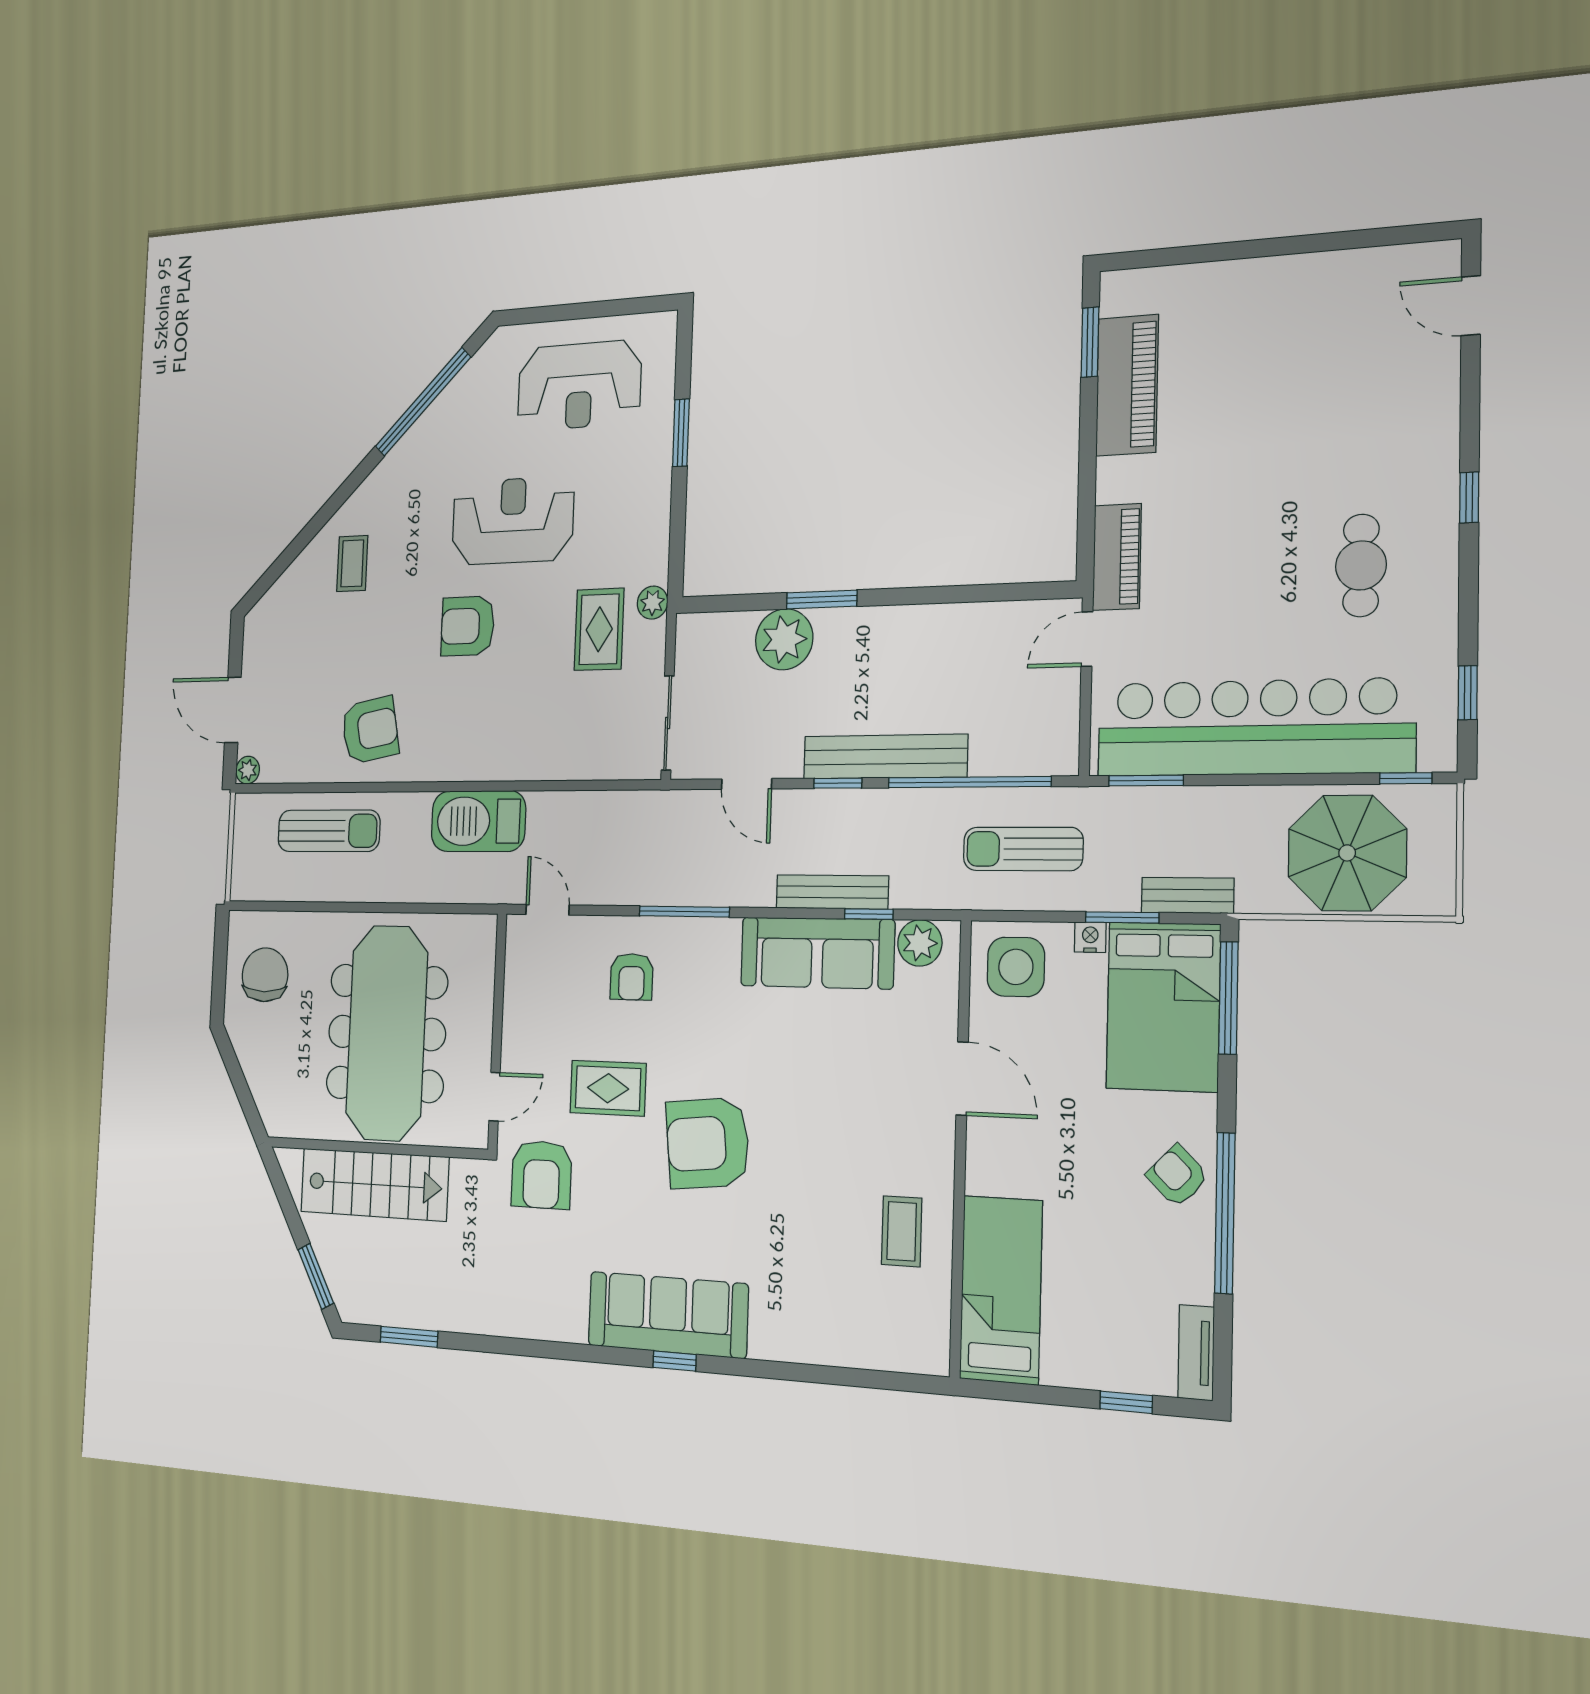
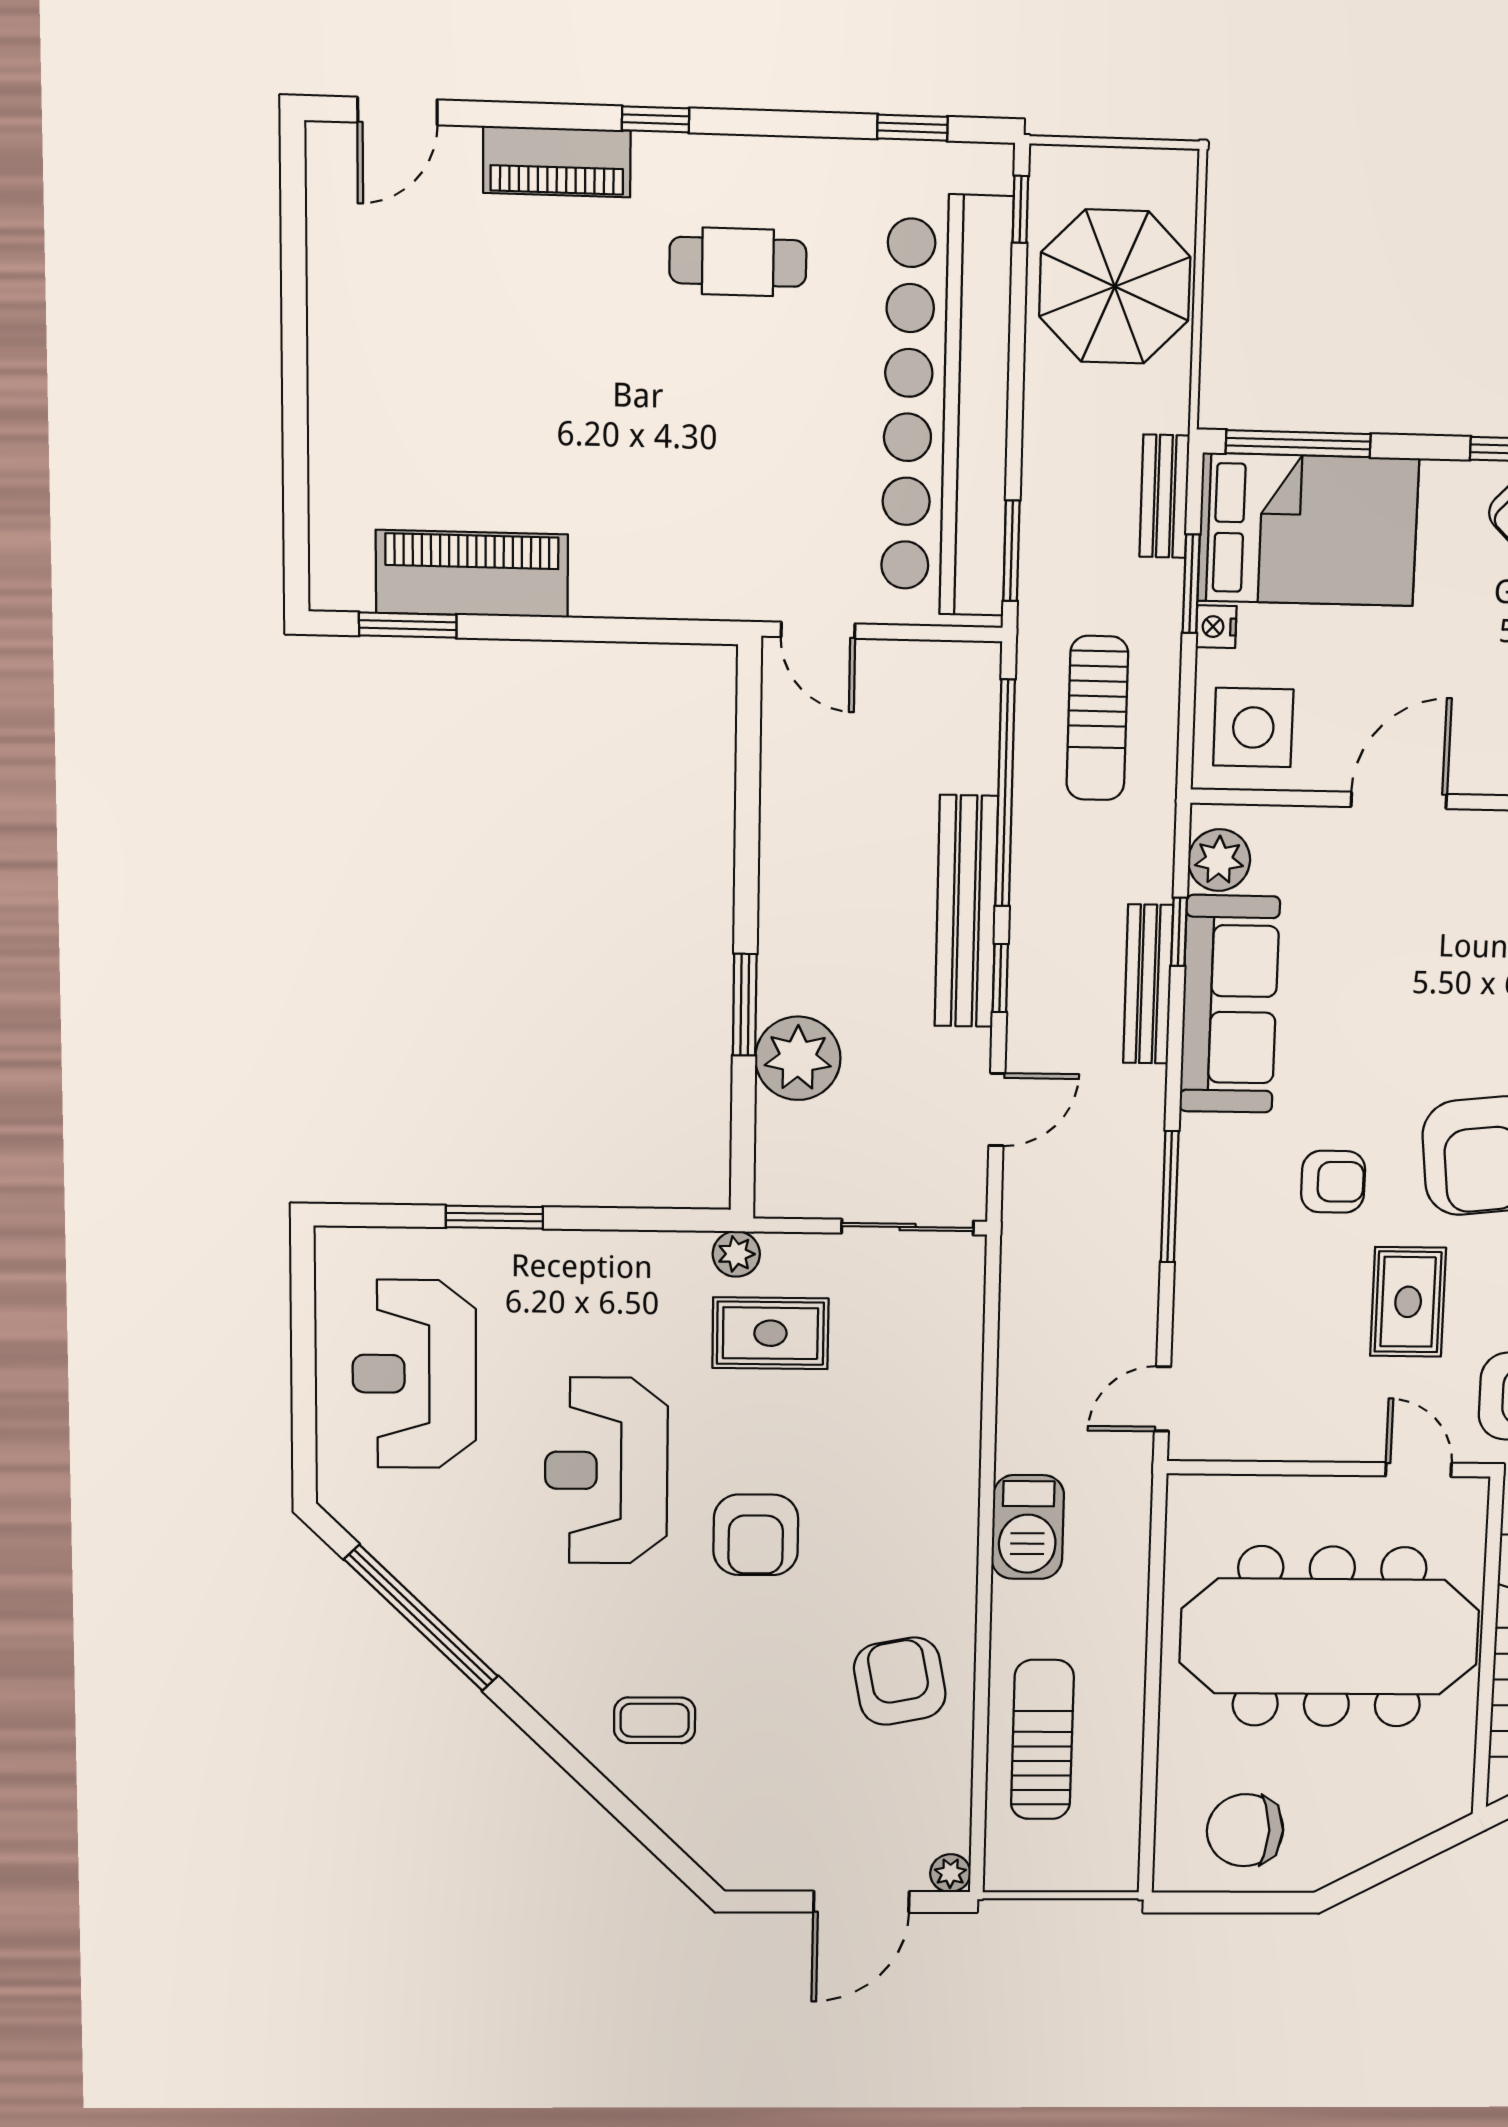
reception desk: (579, 386) -> (414, 1374), turned 180
piano: (1117, 557) -> (557, 162), moved, turned 180
barbecue: (478, 821) -> (1028, 1527), width x0.73, depth x0.83
armchair: (632, 977) -> (1333, 1182), moved

